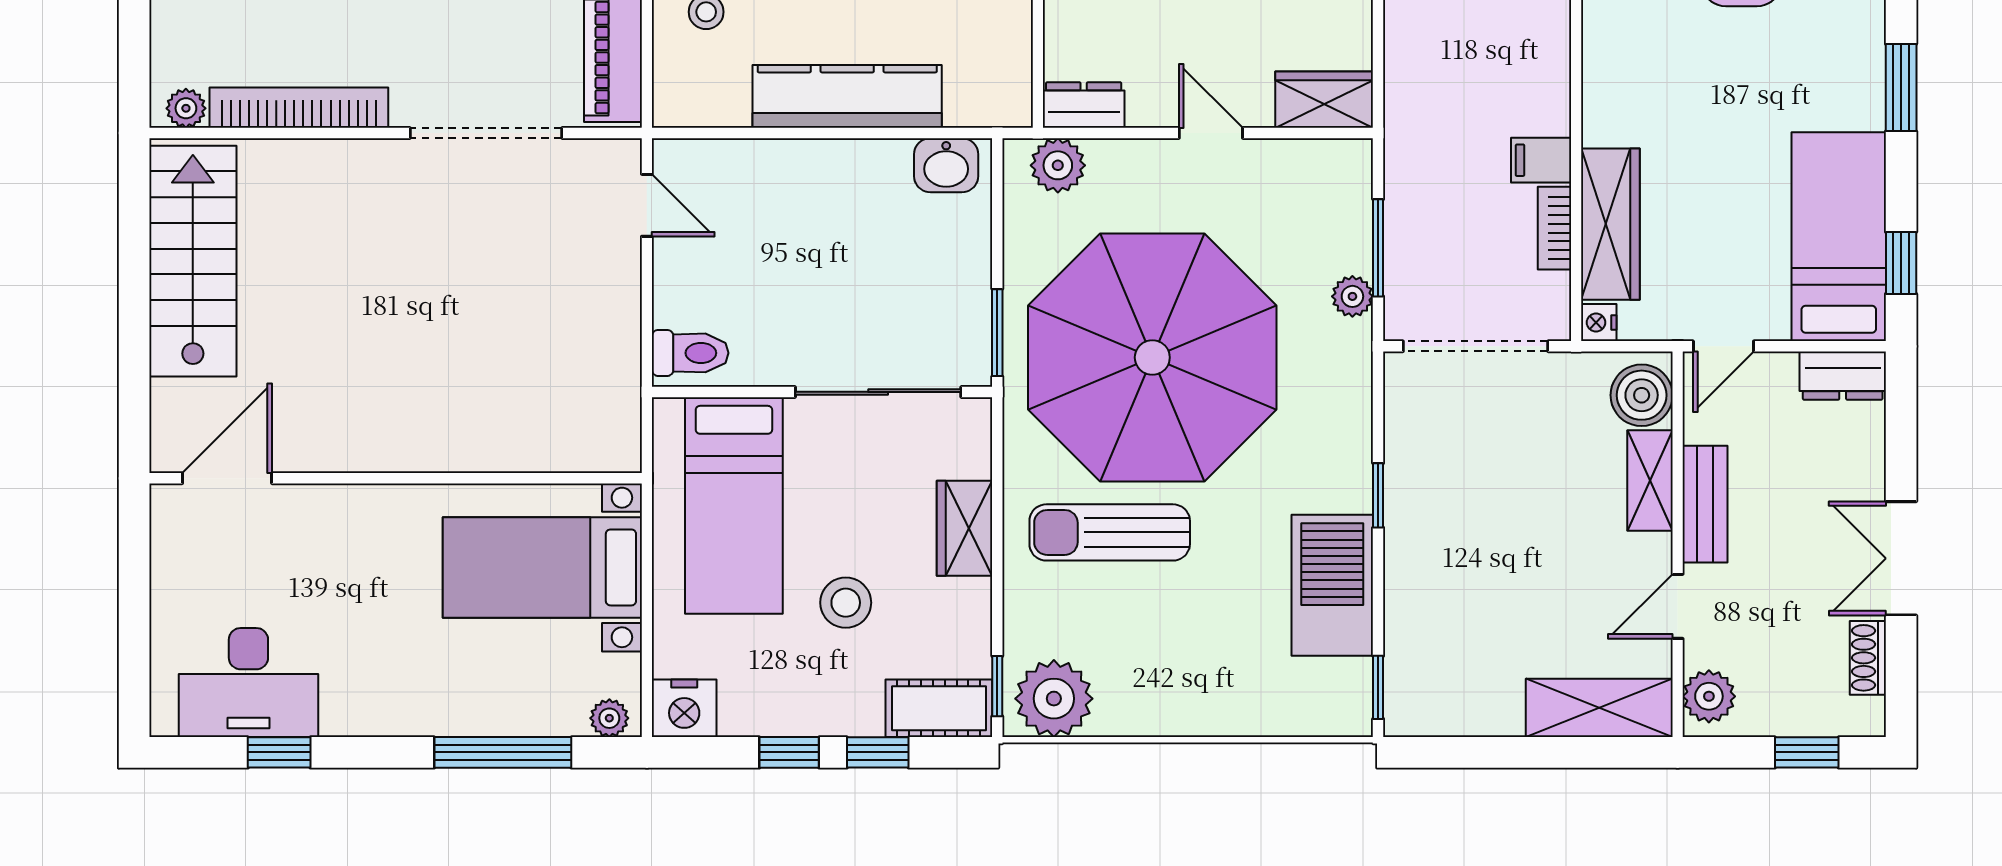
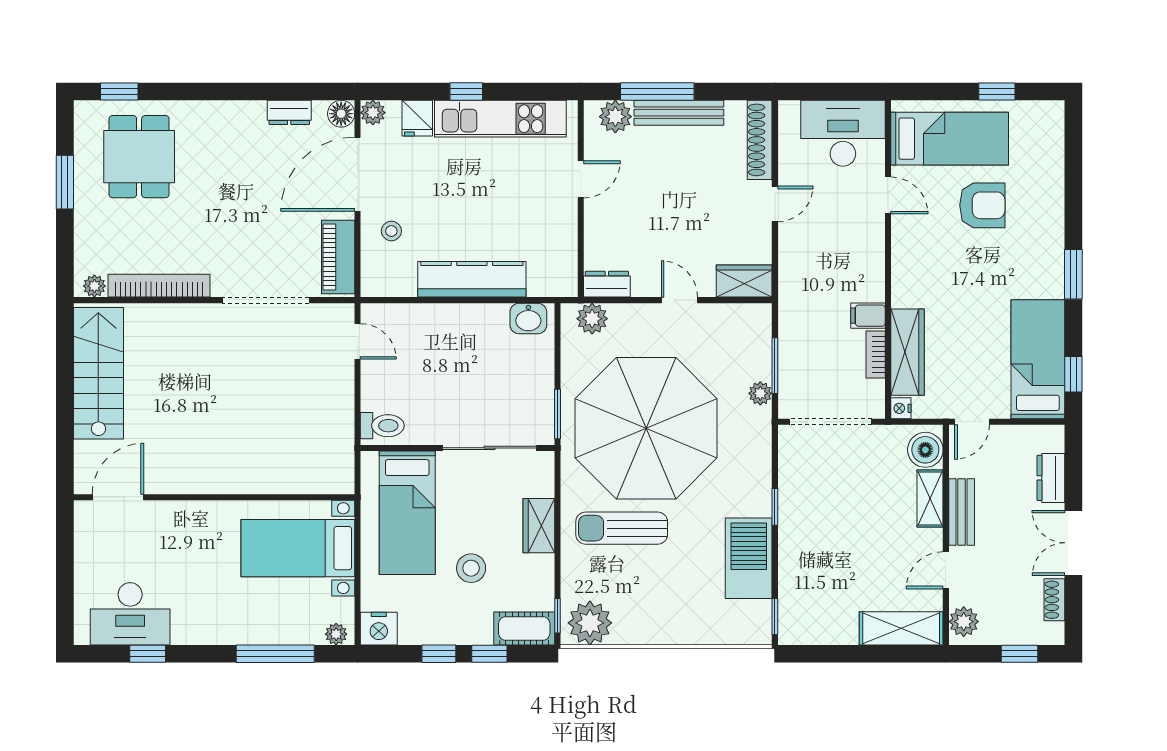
dresser: (1843, 376) -> (1051, 478), moved, turned 90

